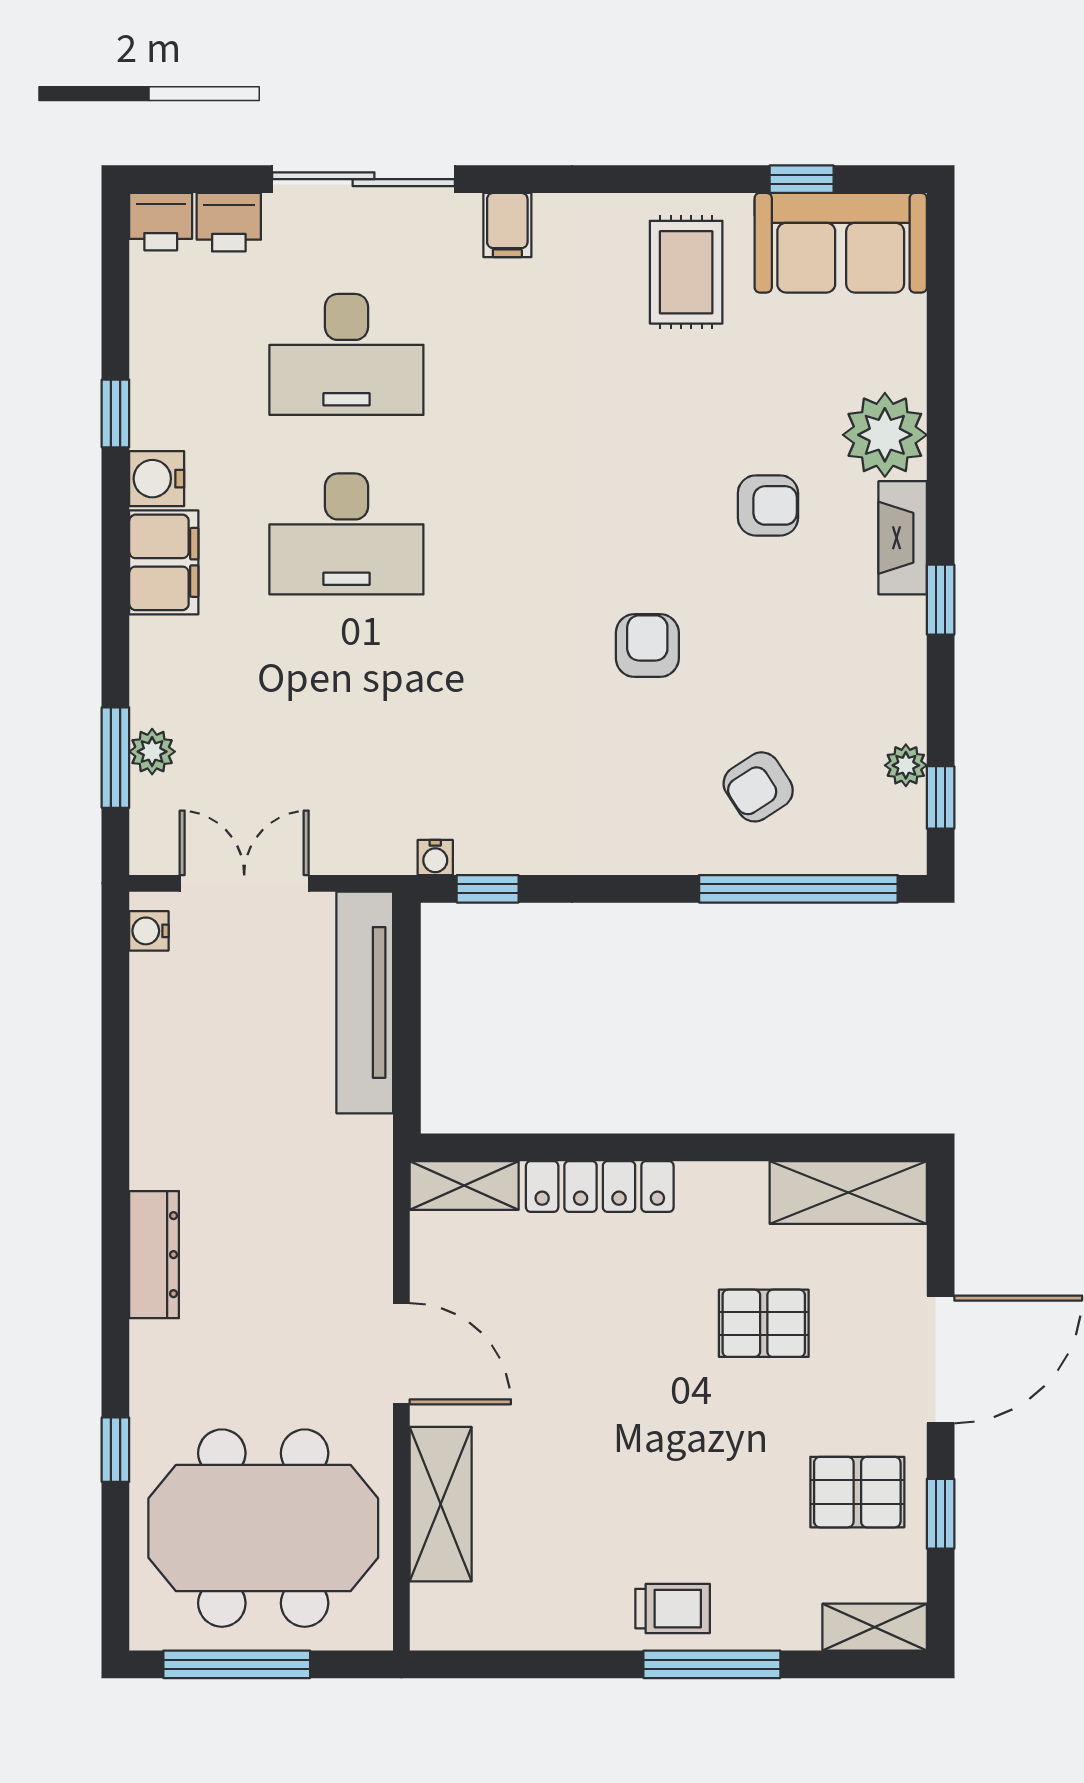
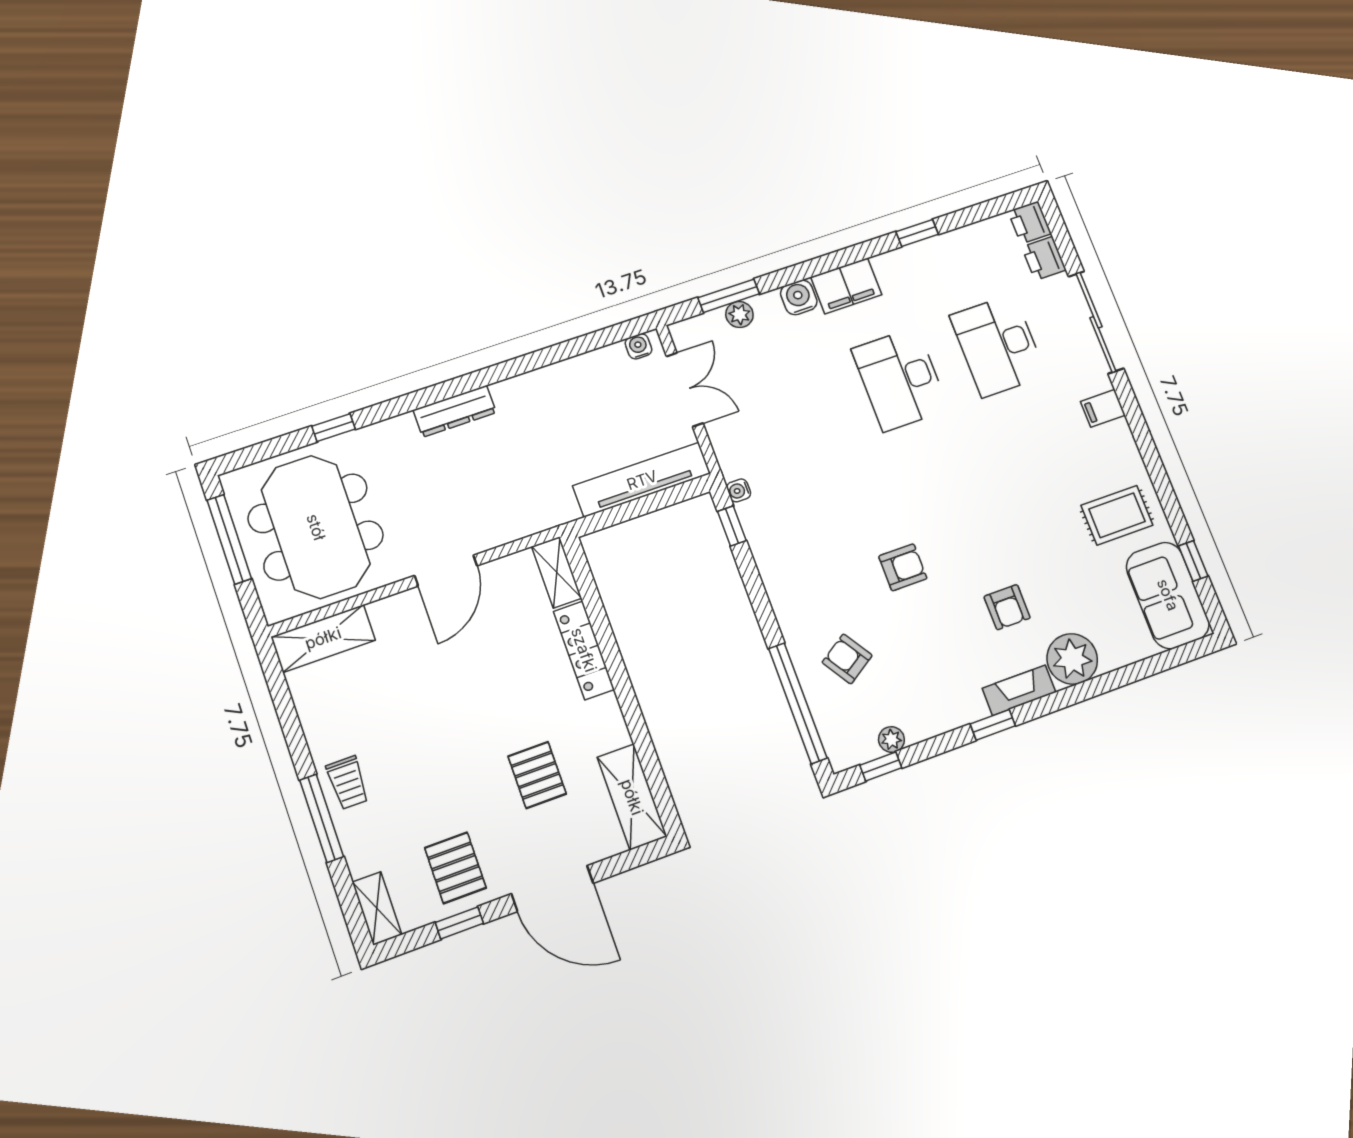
water cooler: (157, 479) -> (799, 297), moved
shelving: (441, 1504) -> (323, 638), moved

